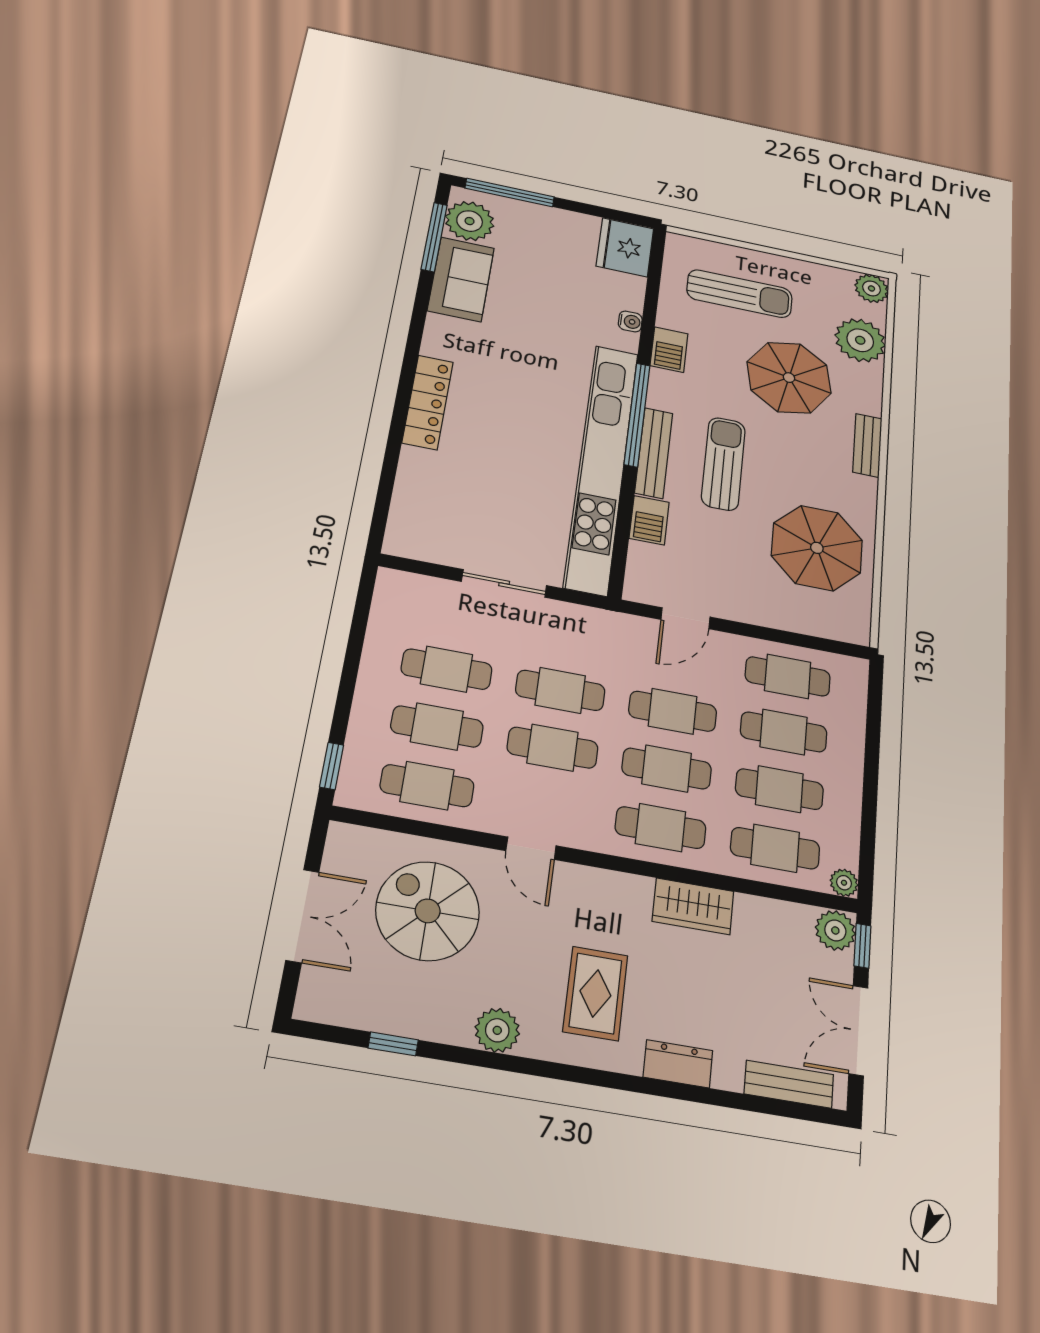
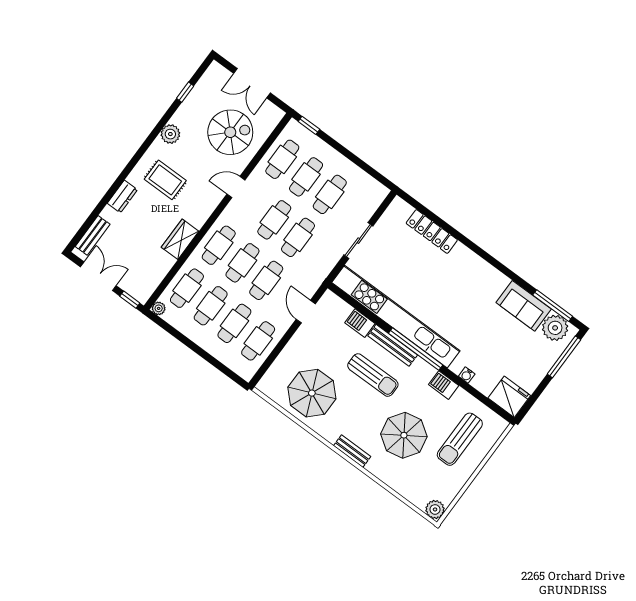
plant: (860, 340) -> (409, 484), removed
locker: (428, 402) -> (432, 231), moved
plant: (835, 930) -> (141, 292), removed

